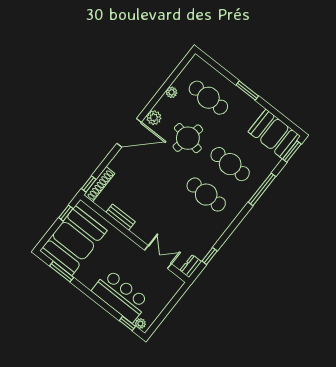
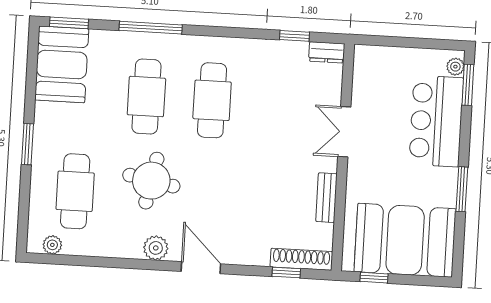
plant: (171, 92) -> (52, 245), moved
door: (129, 133) -> (201, 268), width x0.73
window: (89, 184) -> (286, 273), moved
double door: (158, 257) -> (344, 132), moved
window: (62, 272) -> (462, 189), moved
window: (127, 323) -> (468, 85), width x1.50

